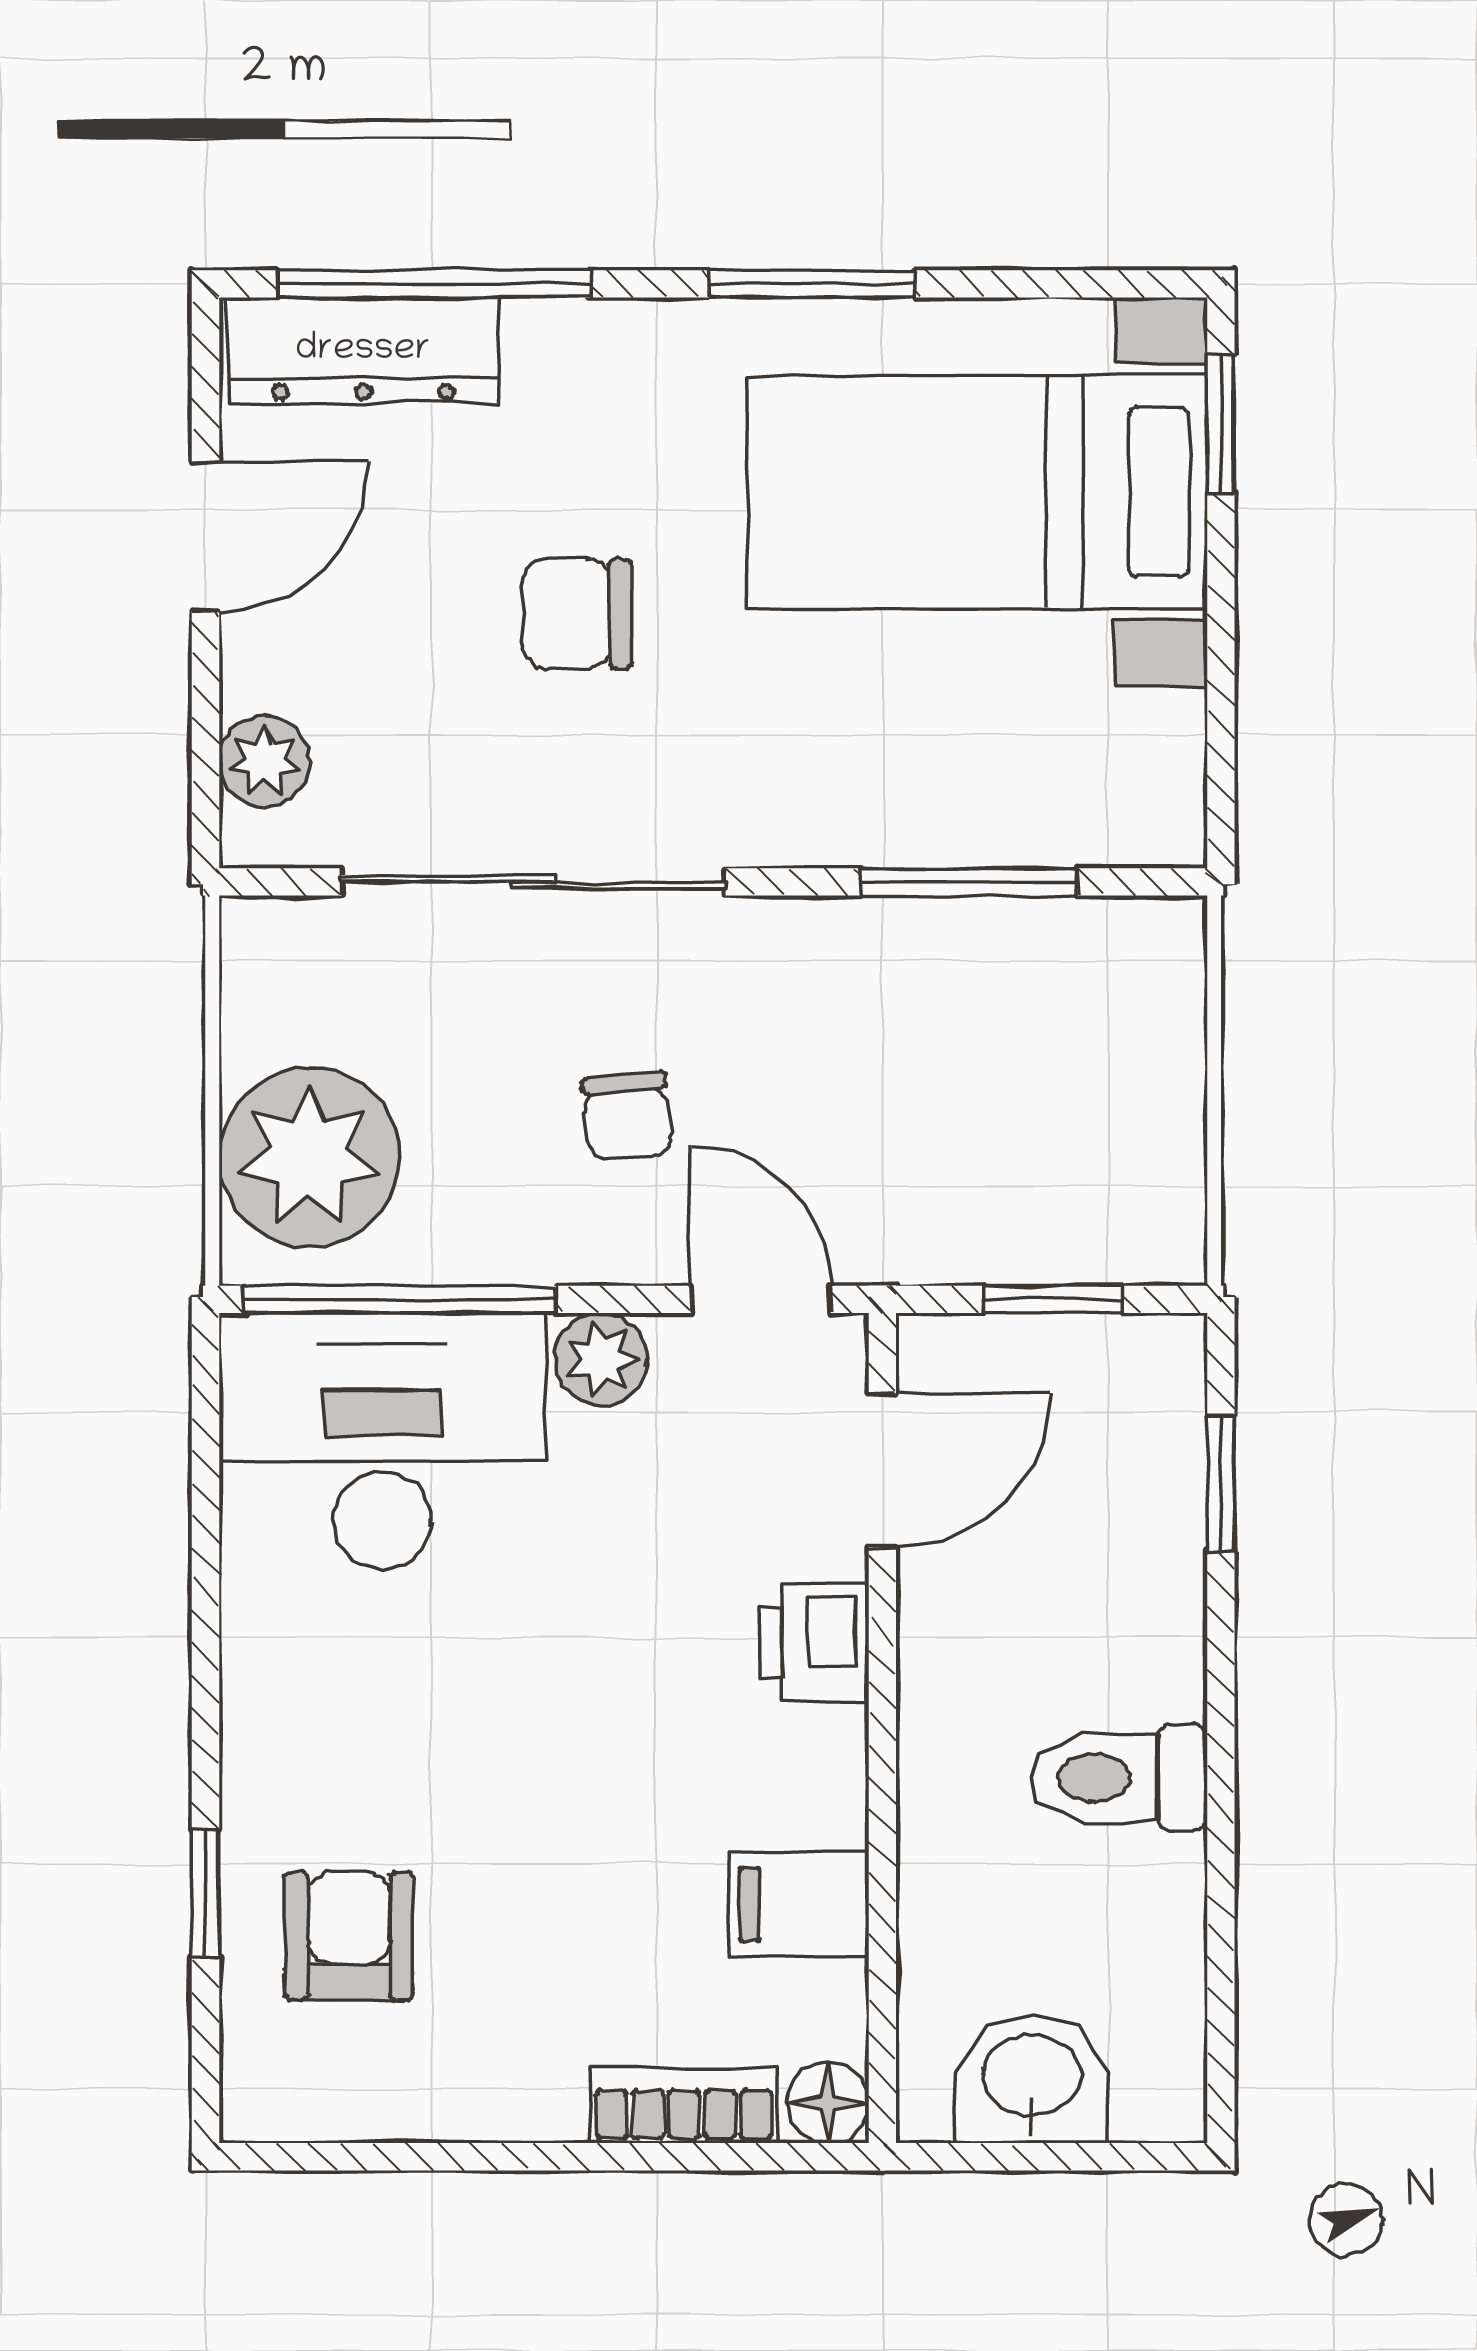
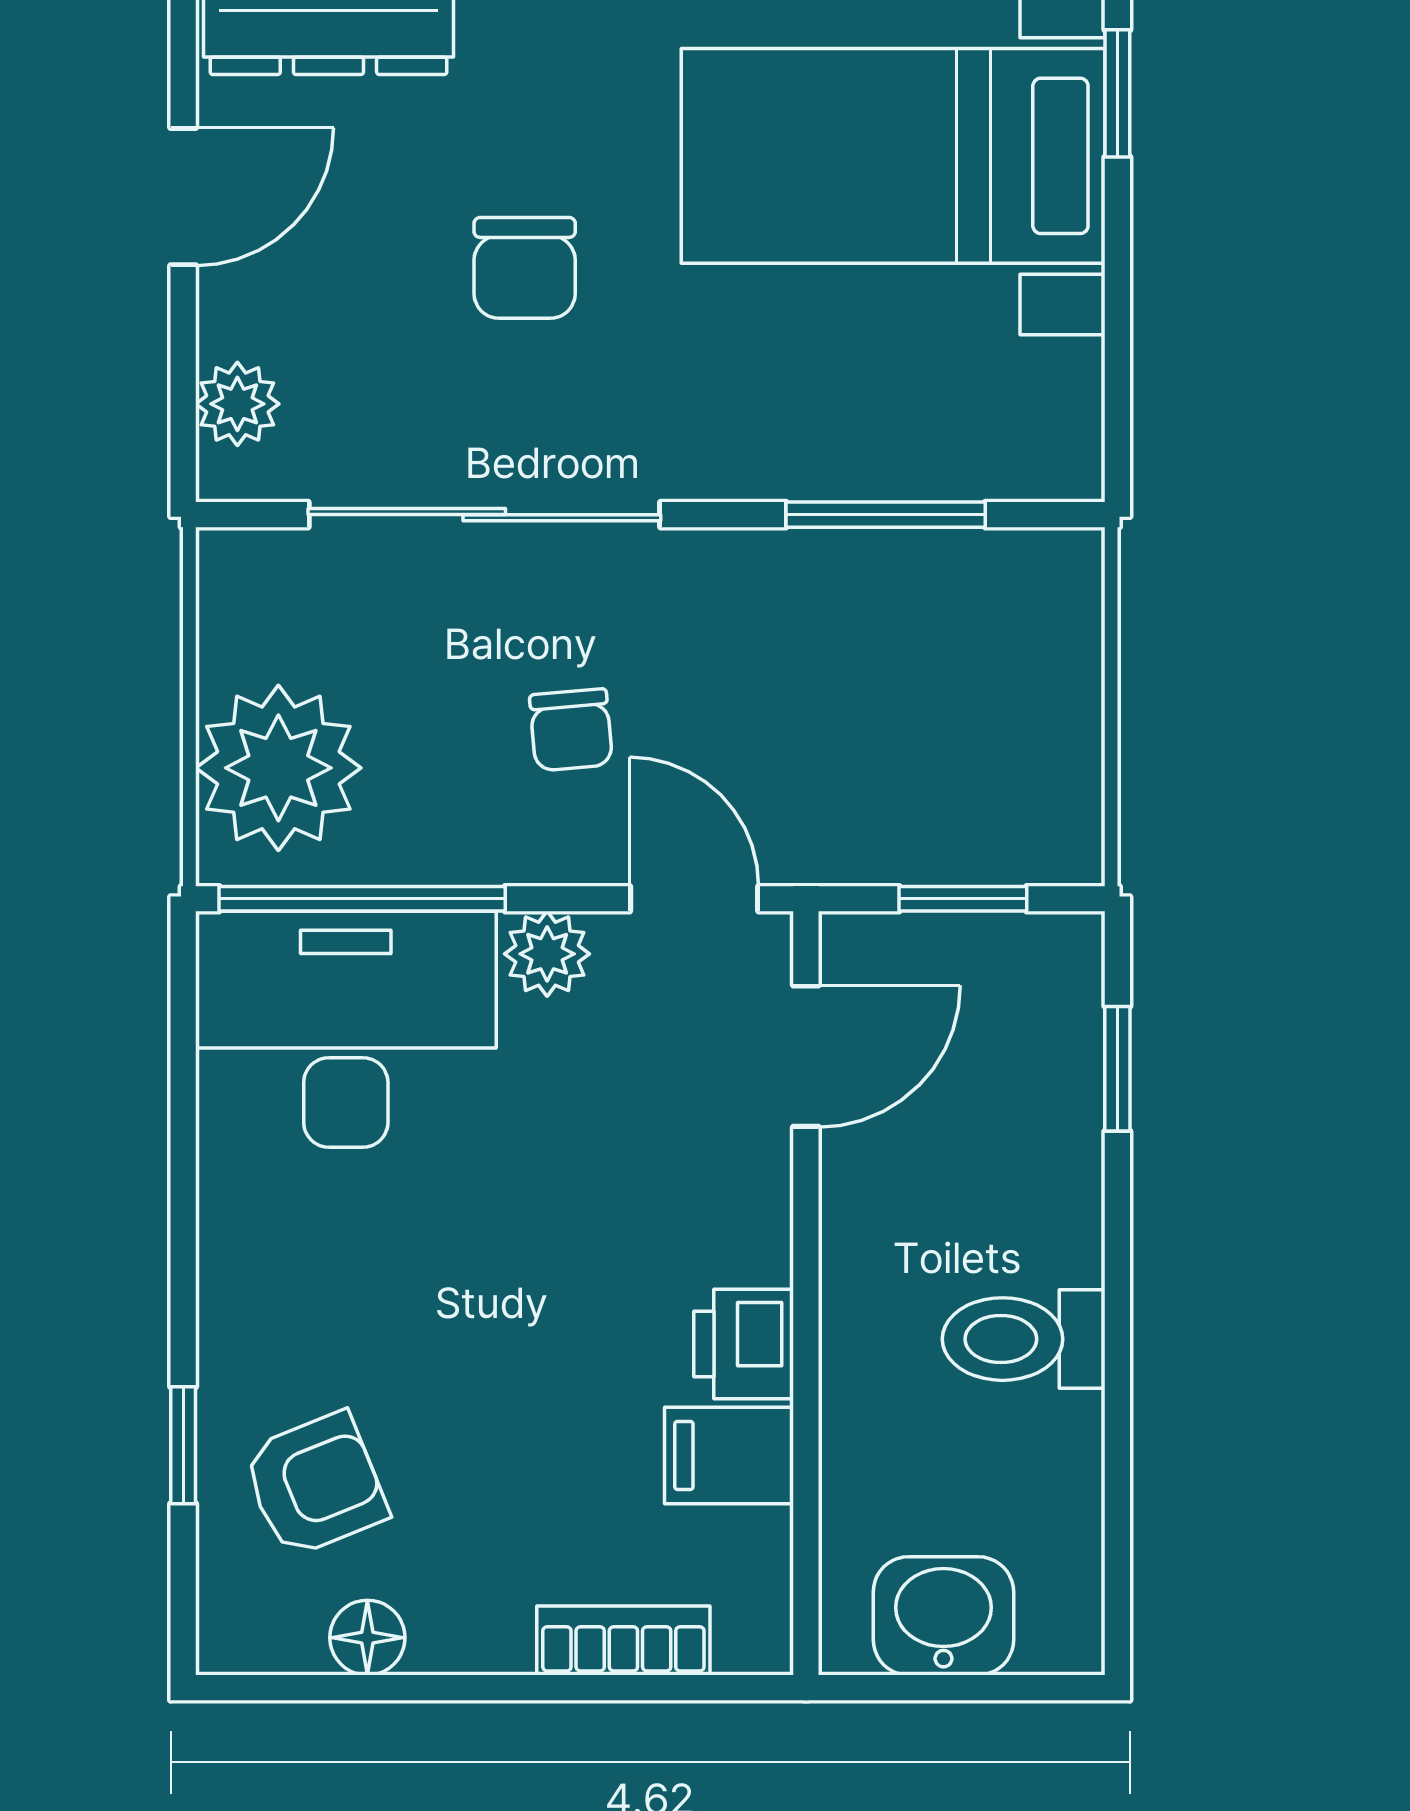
chair: (577, 614) -> (525, 268), turned -90
printer: (815, 1642) -> (744, 1344), moved
armchair: (349, 1936) -> (315, 1484), turned 68
floor lamp: (828, 2102) -> (367, 1638), moved

